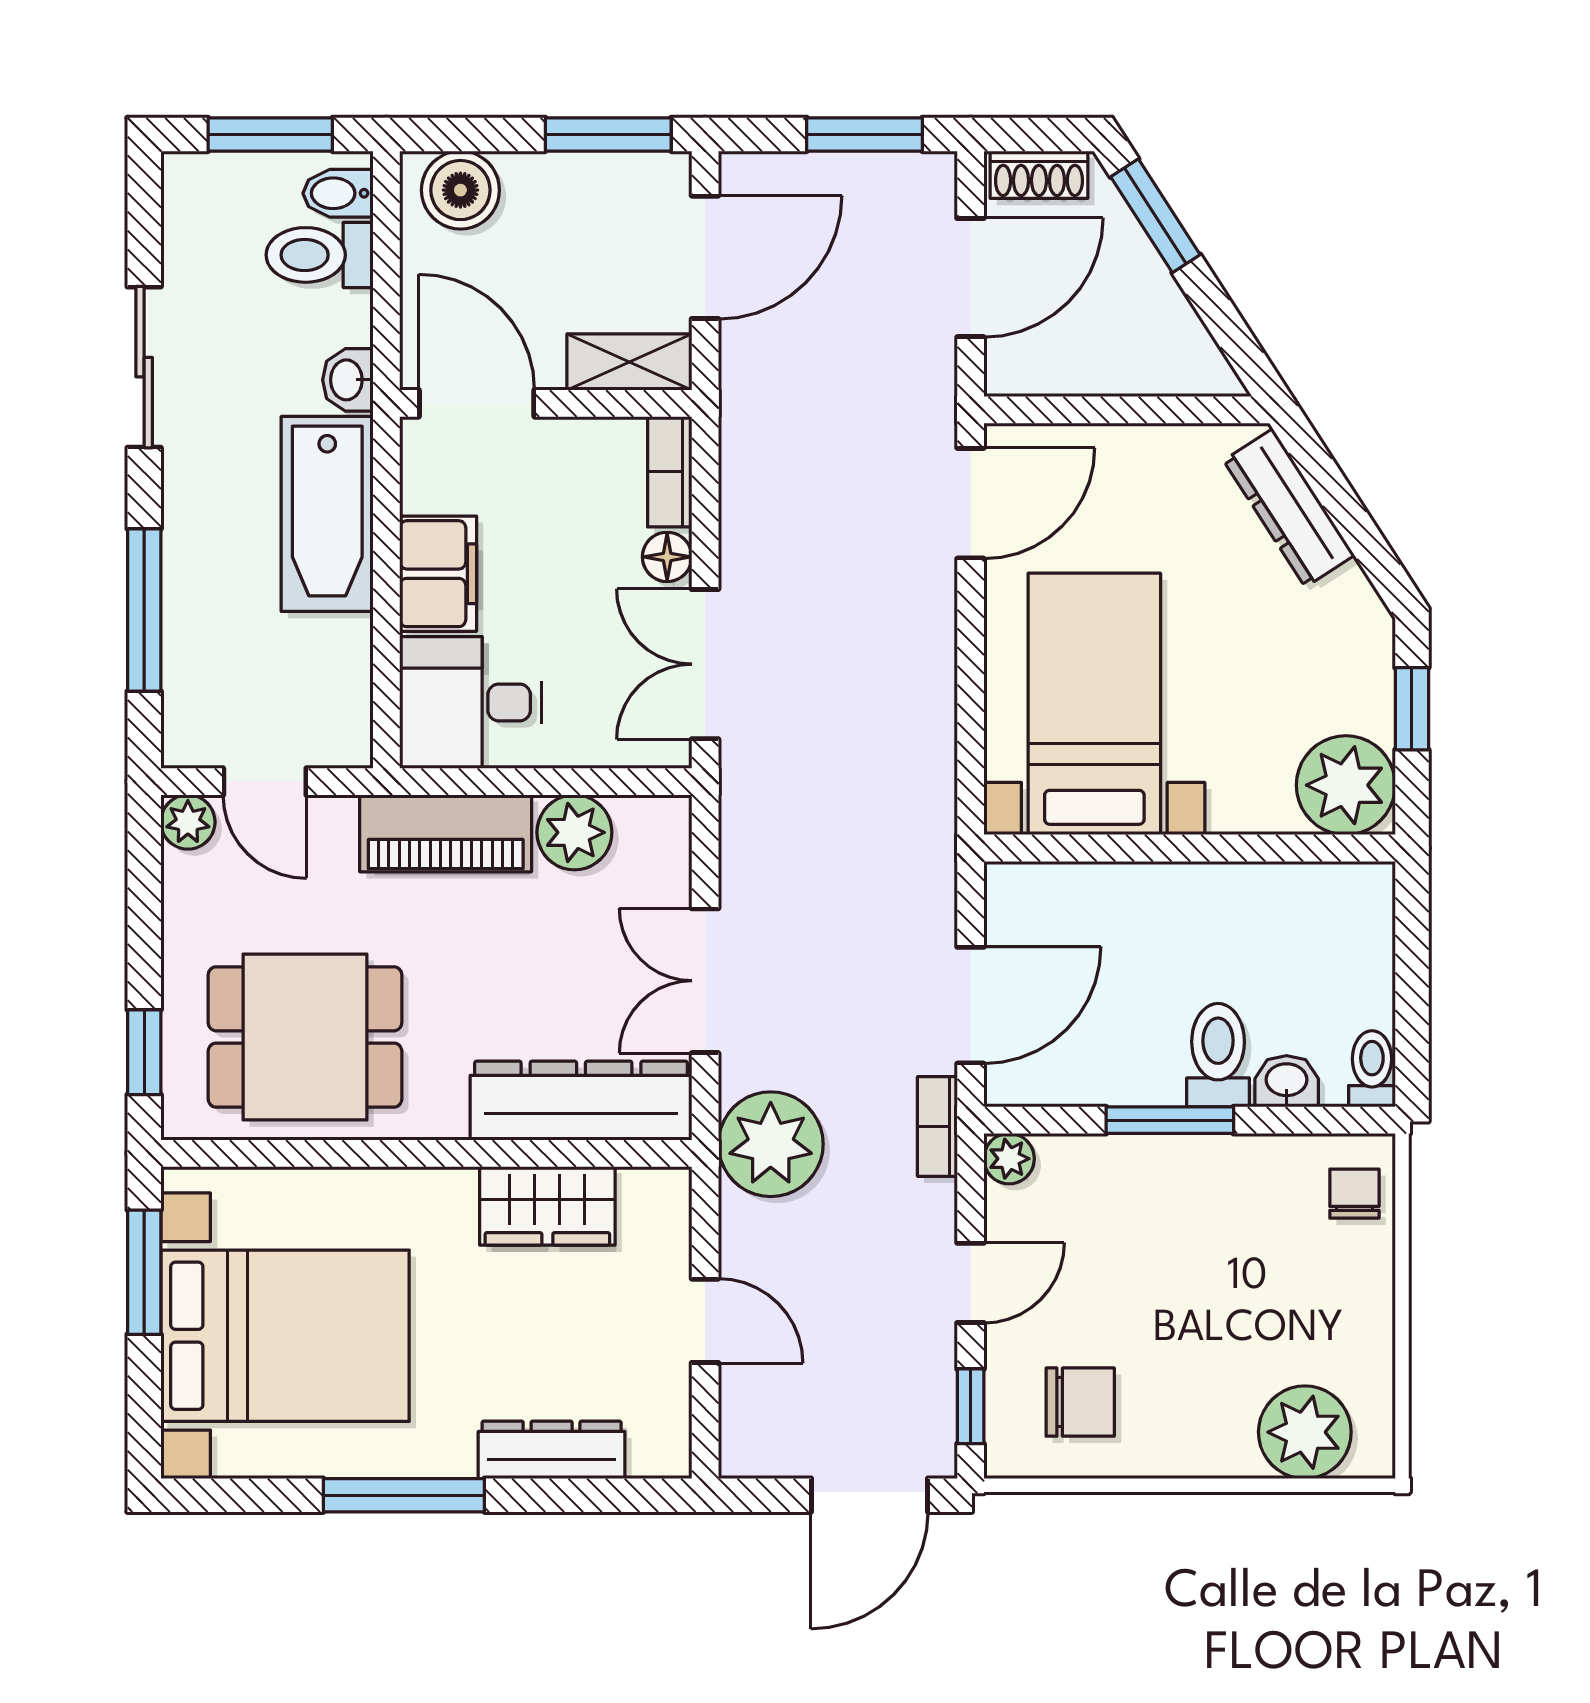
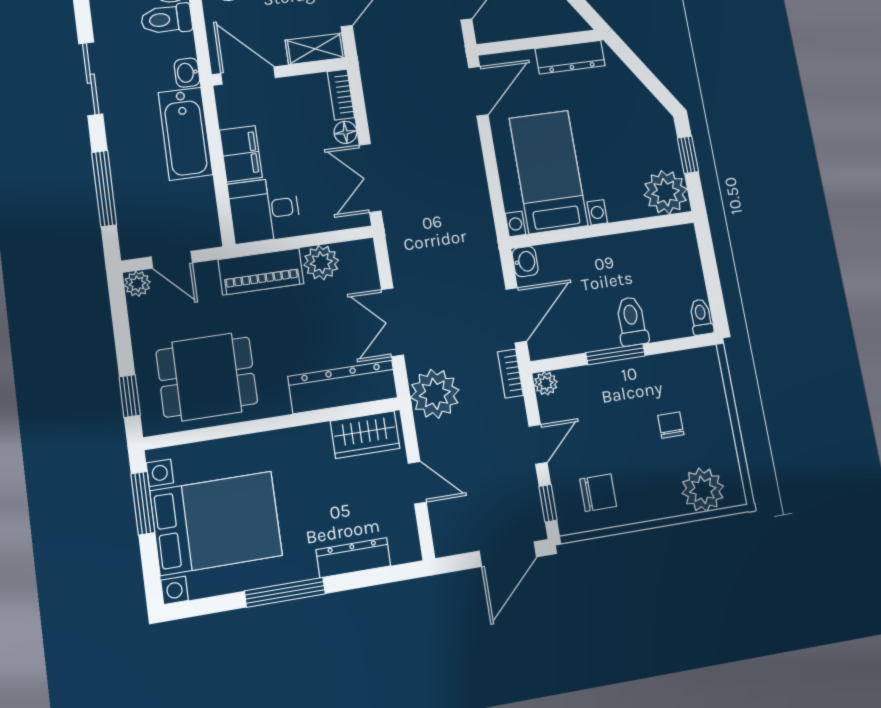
dresser: (1289, 508) -> (570, 57), moved, turned -57
washbasin: (1287, 1081) -> (525, 262), moved, turned 90
chair: (1354, 1194) -> (671, 425), moved
wardrobe: (547, 1206) -> (365, 435), moved

